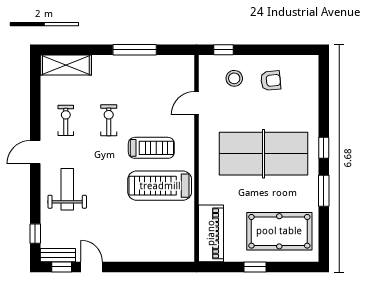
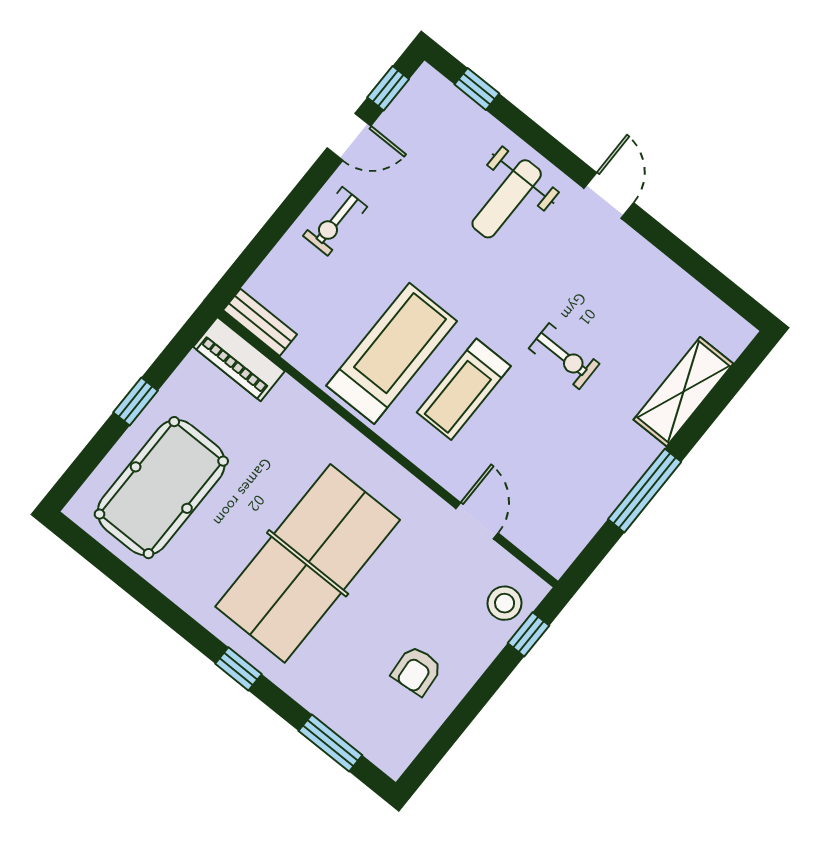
shelving: (66, 65) -> (683, 392), moved
stool: (234, 78) -> (505, 603), moved
exercise bike: (66, 120) -> (335, 221), moved, turned 90
weight bench: (67, 189) -> (507, 199), turned 90
window: (324, 191) -> (330, 743), moved
piano: (211, 233) -> (239, 359), width x0.73, depth x0.75
bench: (58, 255) -> (260, 322), moved, turned 90

